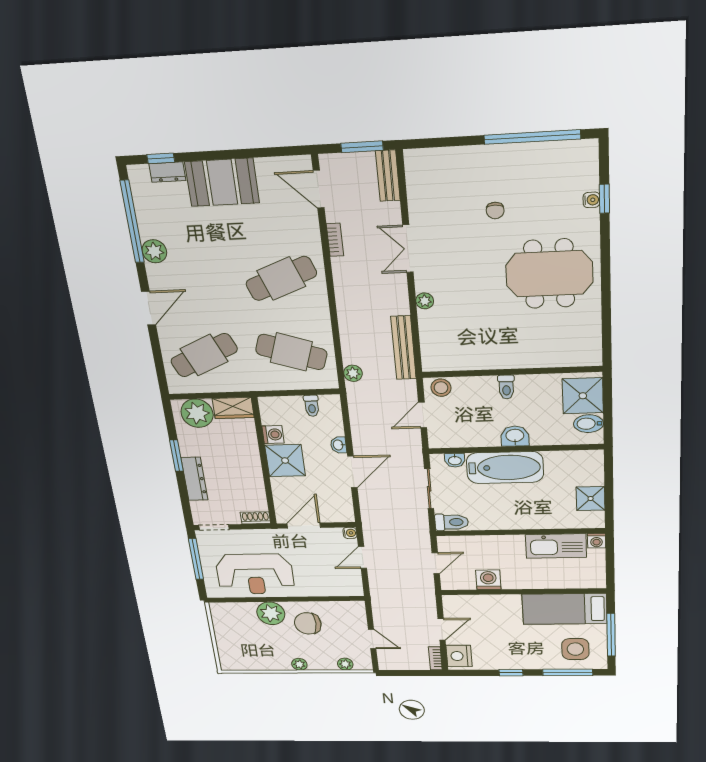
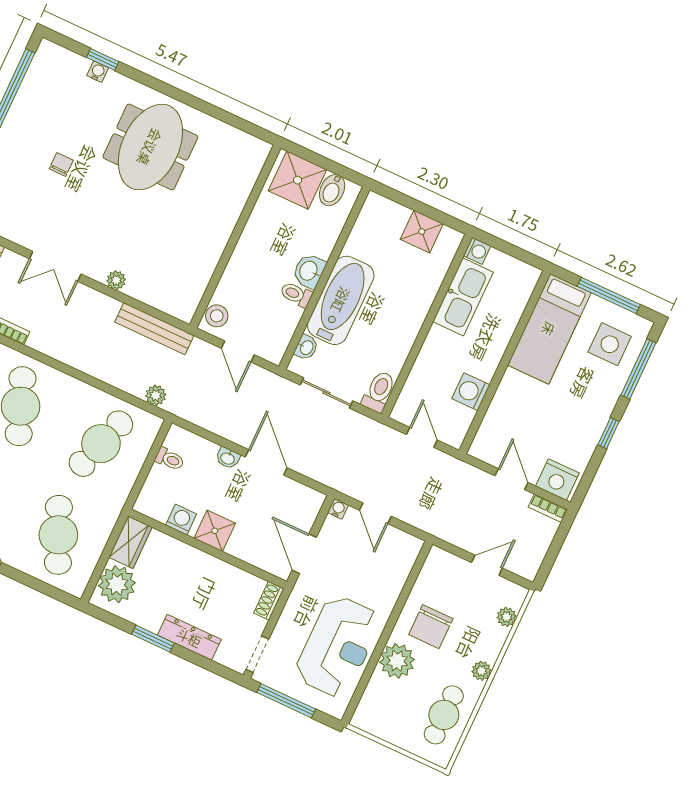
chair: (495, 211) -> (61, 165), turned -90
toilet: (506, 387) -> (296, 294), moved, turned 180
shower: (285, 461) -> (215, 531), width x0.73, depth x0.73
cafe table: (255, 655) -> (444, 715), added

